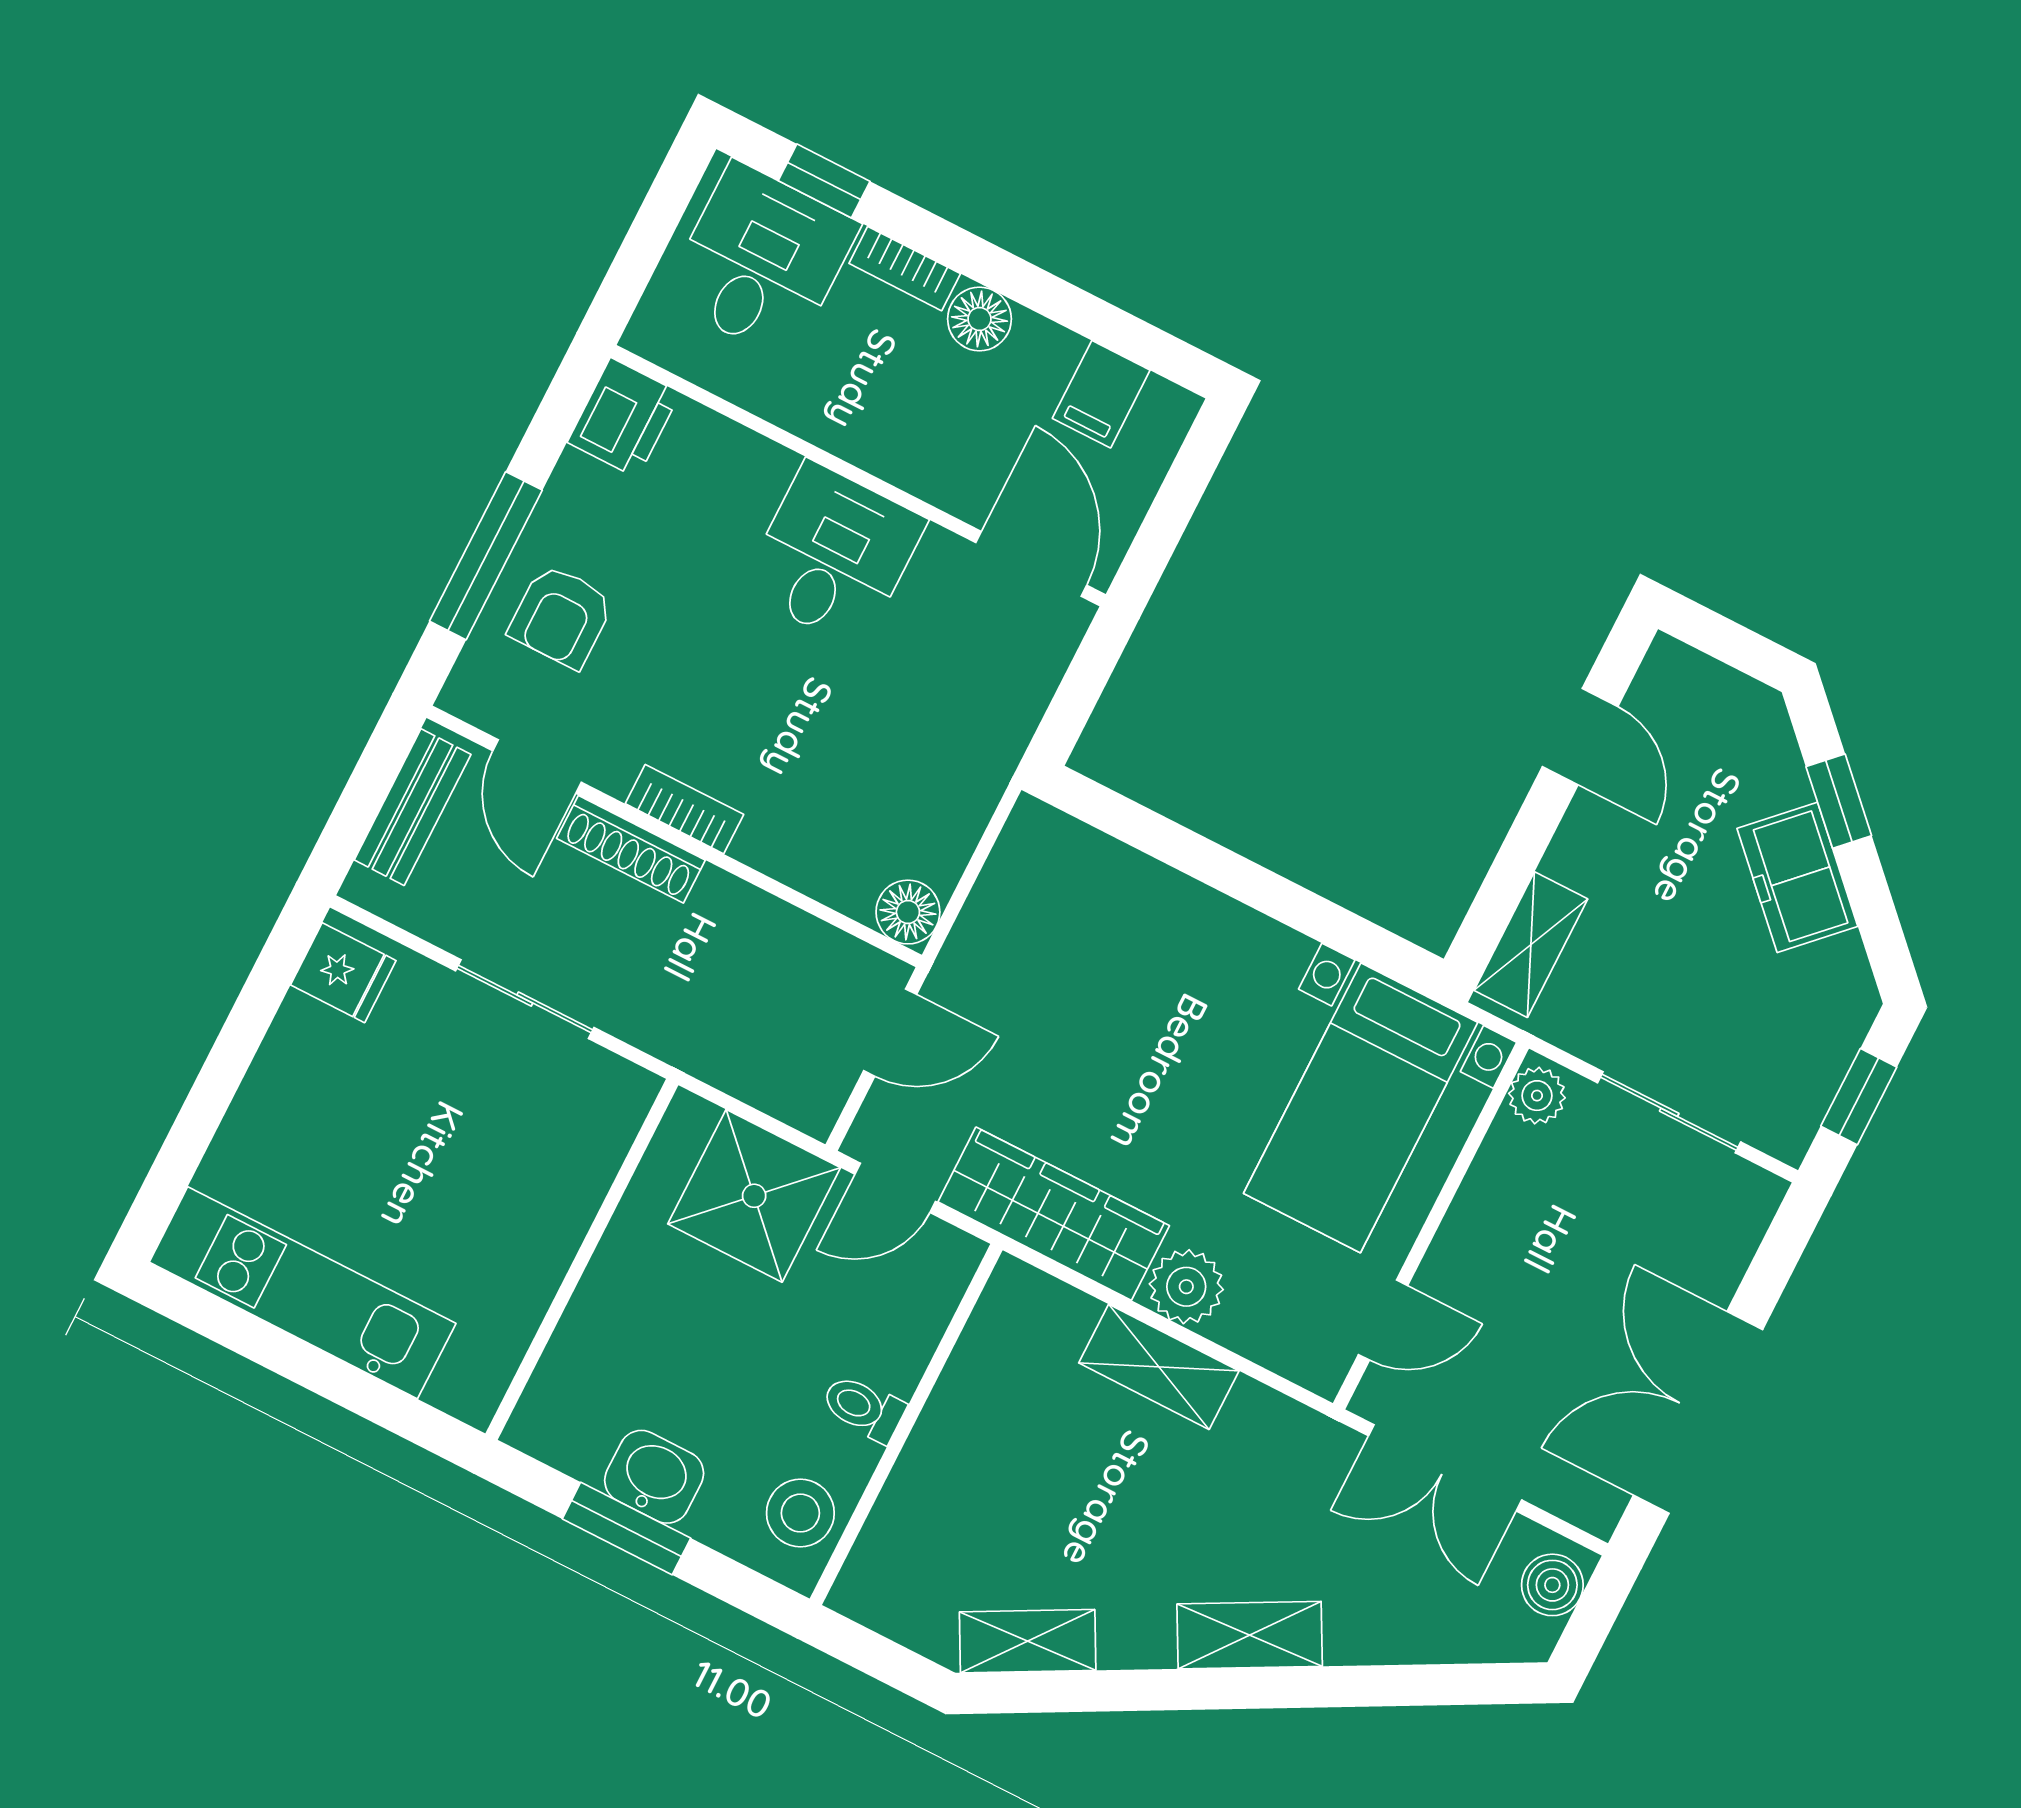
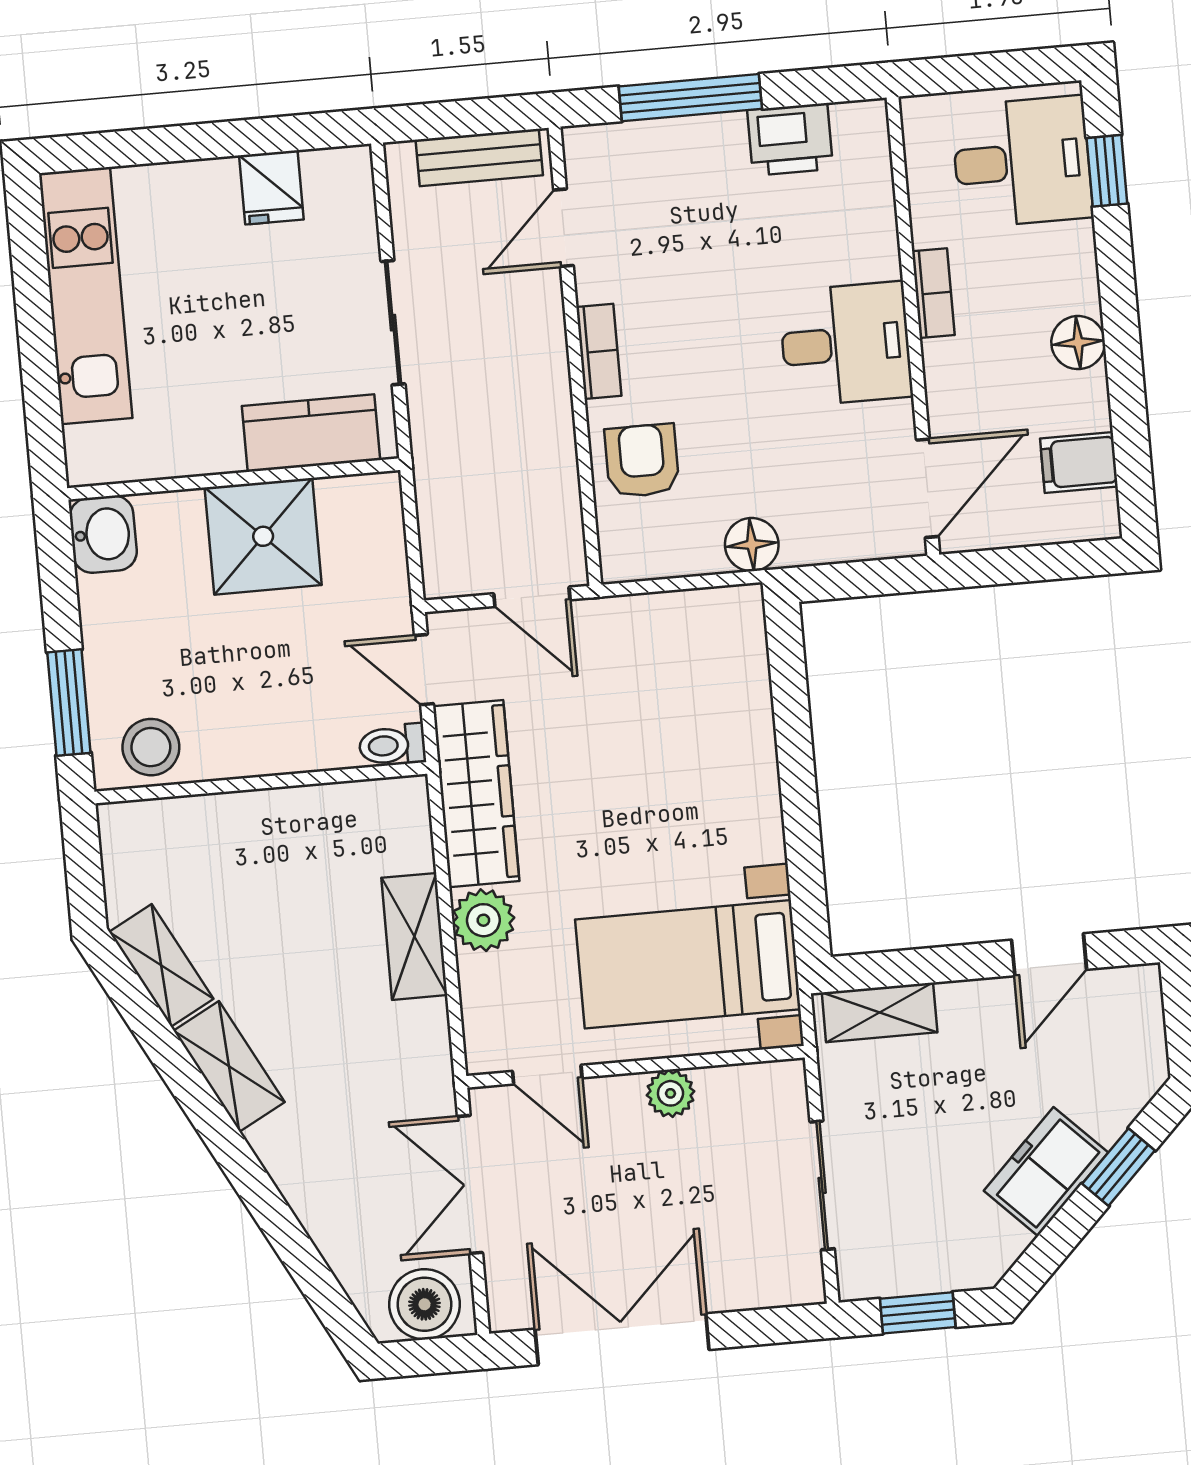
bookcase: (905, 269) -> (933, 293), moved, turned 180
printer: (624, 418) -> (790, 139), moved
armchair: (561, 616) -> (642, 461), moved, turned 90
shoe rack: (631, 849) -> (547, 331), removed
floor lamp: (908, 912) -> (752, 545), moved
fridge: (343, 973) -> (271, 187), moved
plant: (1537, 1096) -> (670, 1093), moved
kitchen counter: (584, 1152) -> (311, 433), added
shower: (754, 1196) -> (263, 536), moved
toilet: (863, 1408) -> (392, 745), moved, turned -90
washbasin: (654, 1477) -> (103, 534), moved
window: (626, 1528) -> (69, 703), moved
boiler: (1552, 1585) -> (424, 1304), width x1.36, depth x1.36
shelving: (1250, 1635) -> (229, 1066), moved

